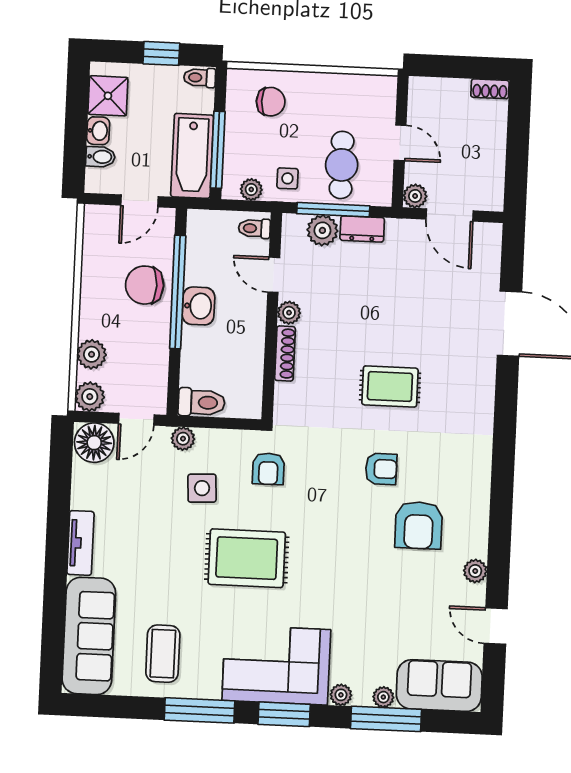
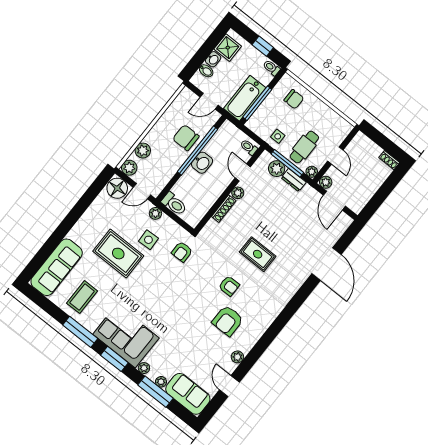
plant: (251, 189) -> (312, 172), moved
tv unit: (80, 543) -> (81, 226), removed
rug: (247, 558) -> (118, 254), moved

